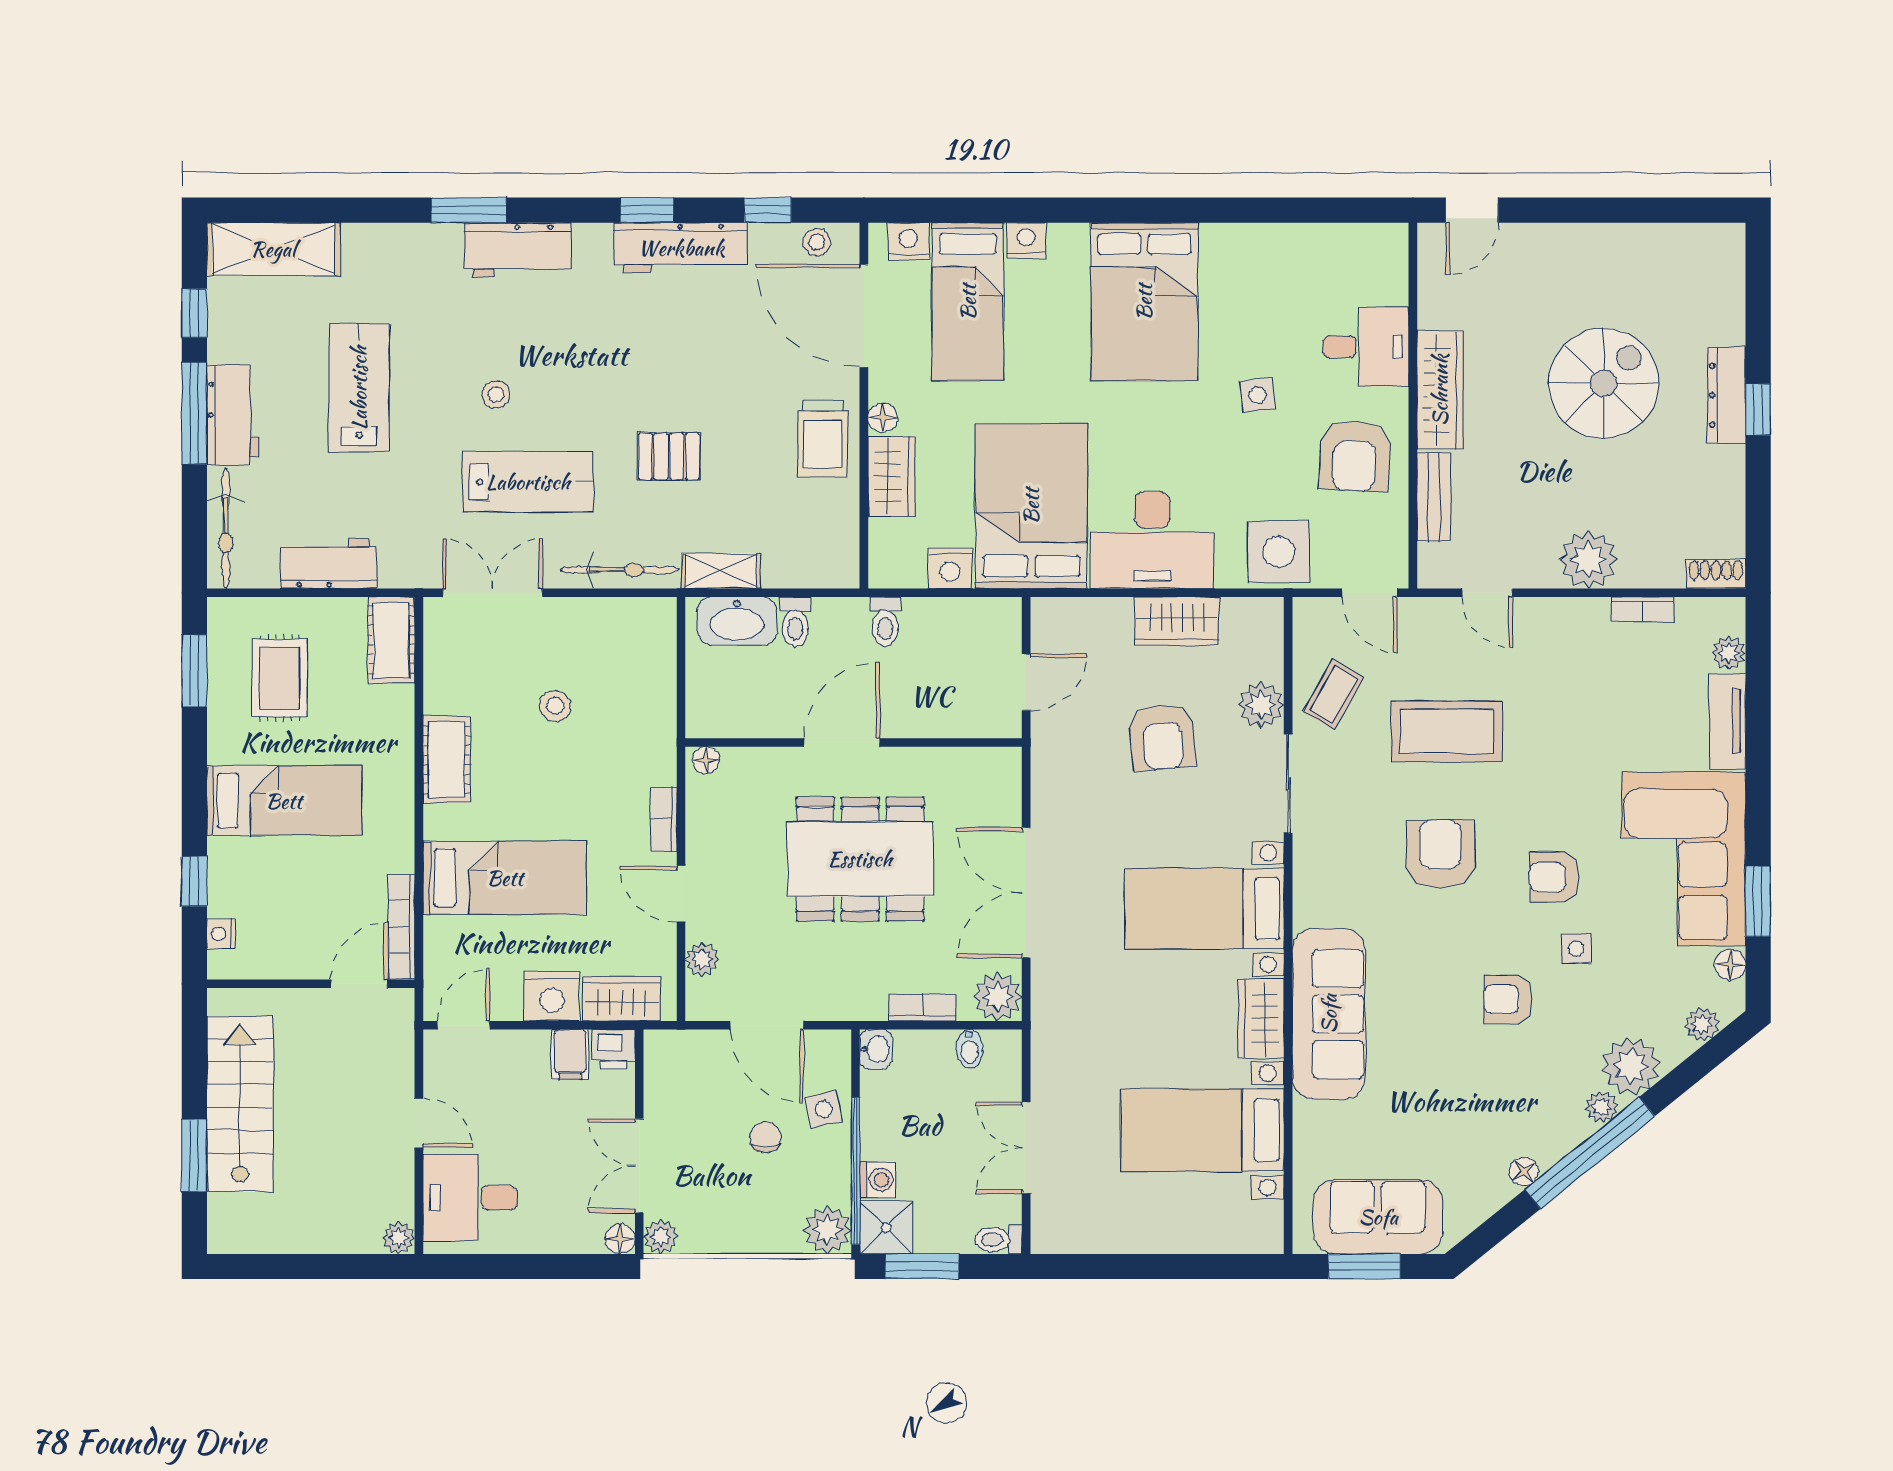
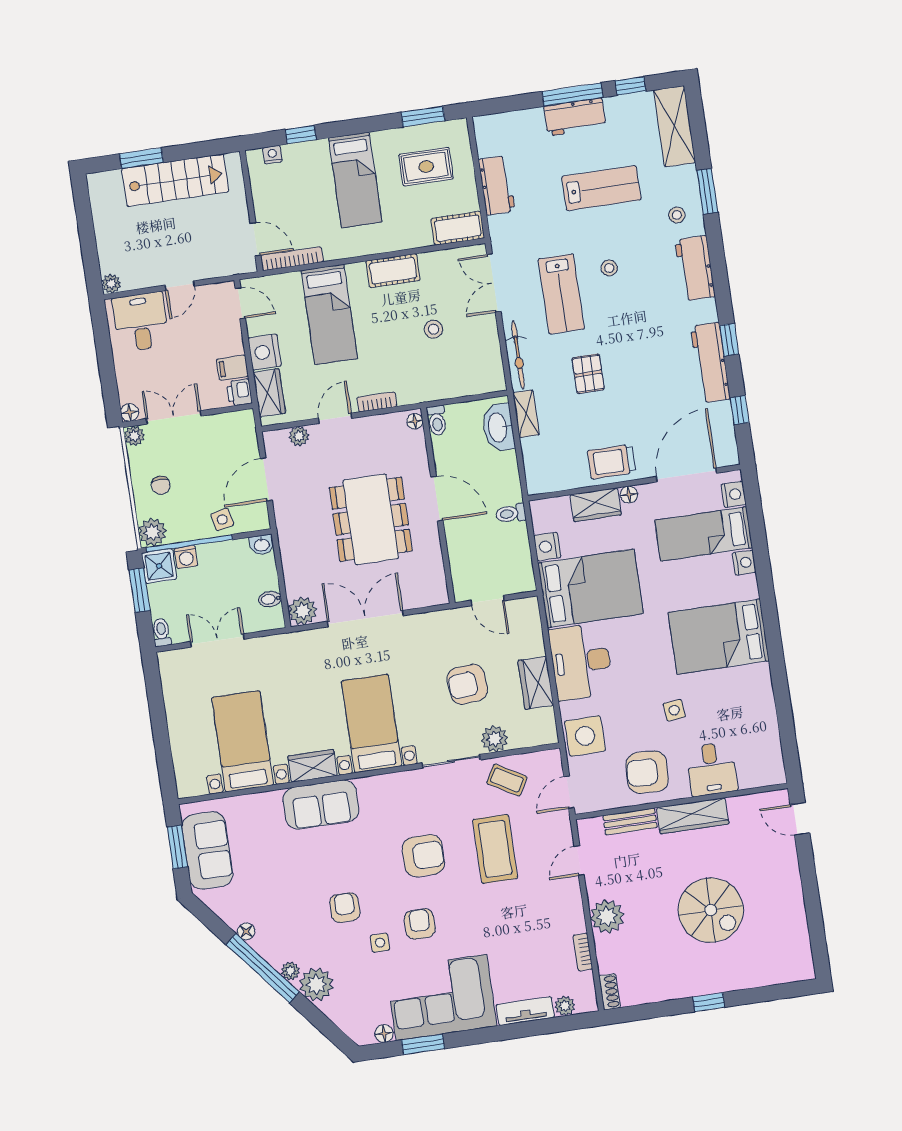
window: (469, 210) -> (707, 191), moved
stool: (817, 242) -> (677, 215), moved
dresser: (1727, 395) -> (714, 983), removed
bicycle: (226, 528) -> (508, 123), removed
double door: (492, 593) -> (494, 283), swing flipped
toilet: (795, 622) -> (437, 420), moved, turned -90
bookcase: (923, 1008) -> (290, 568), removed
sofa: (1329, 1014) -> (321, 805), width x0.73
plant: (1702, 1024) -> (347, 1022), removed
chair: (765, 1137) -> (161, 485), moved, turned 90

